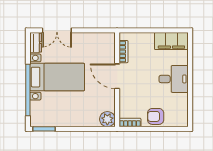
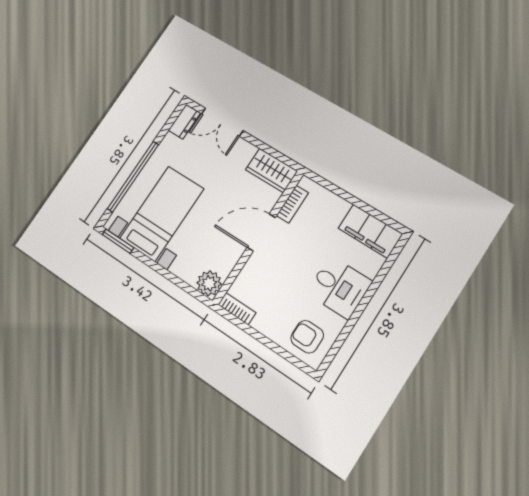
wardrobe: (101, 40) -> (271, 170), added
door: (117, 76) -> (261, 232), hinge flipped
bed with nightstands: (57, 77) -> (162, 214), moved, turned -90
armchair: (156, 116) -> (307, 337), moved

